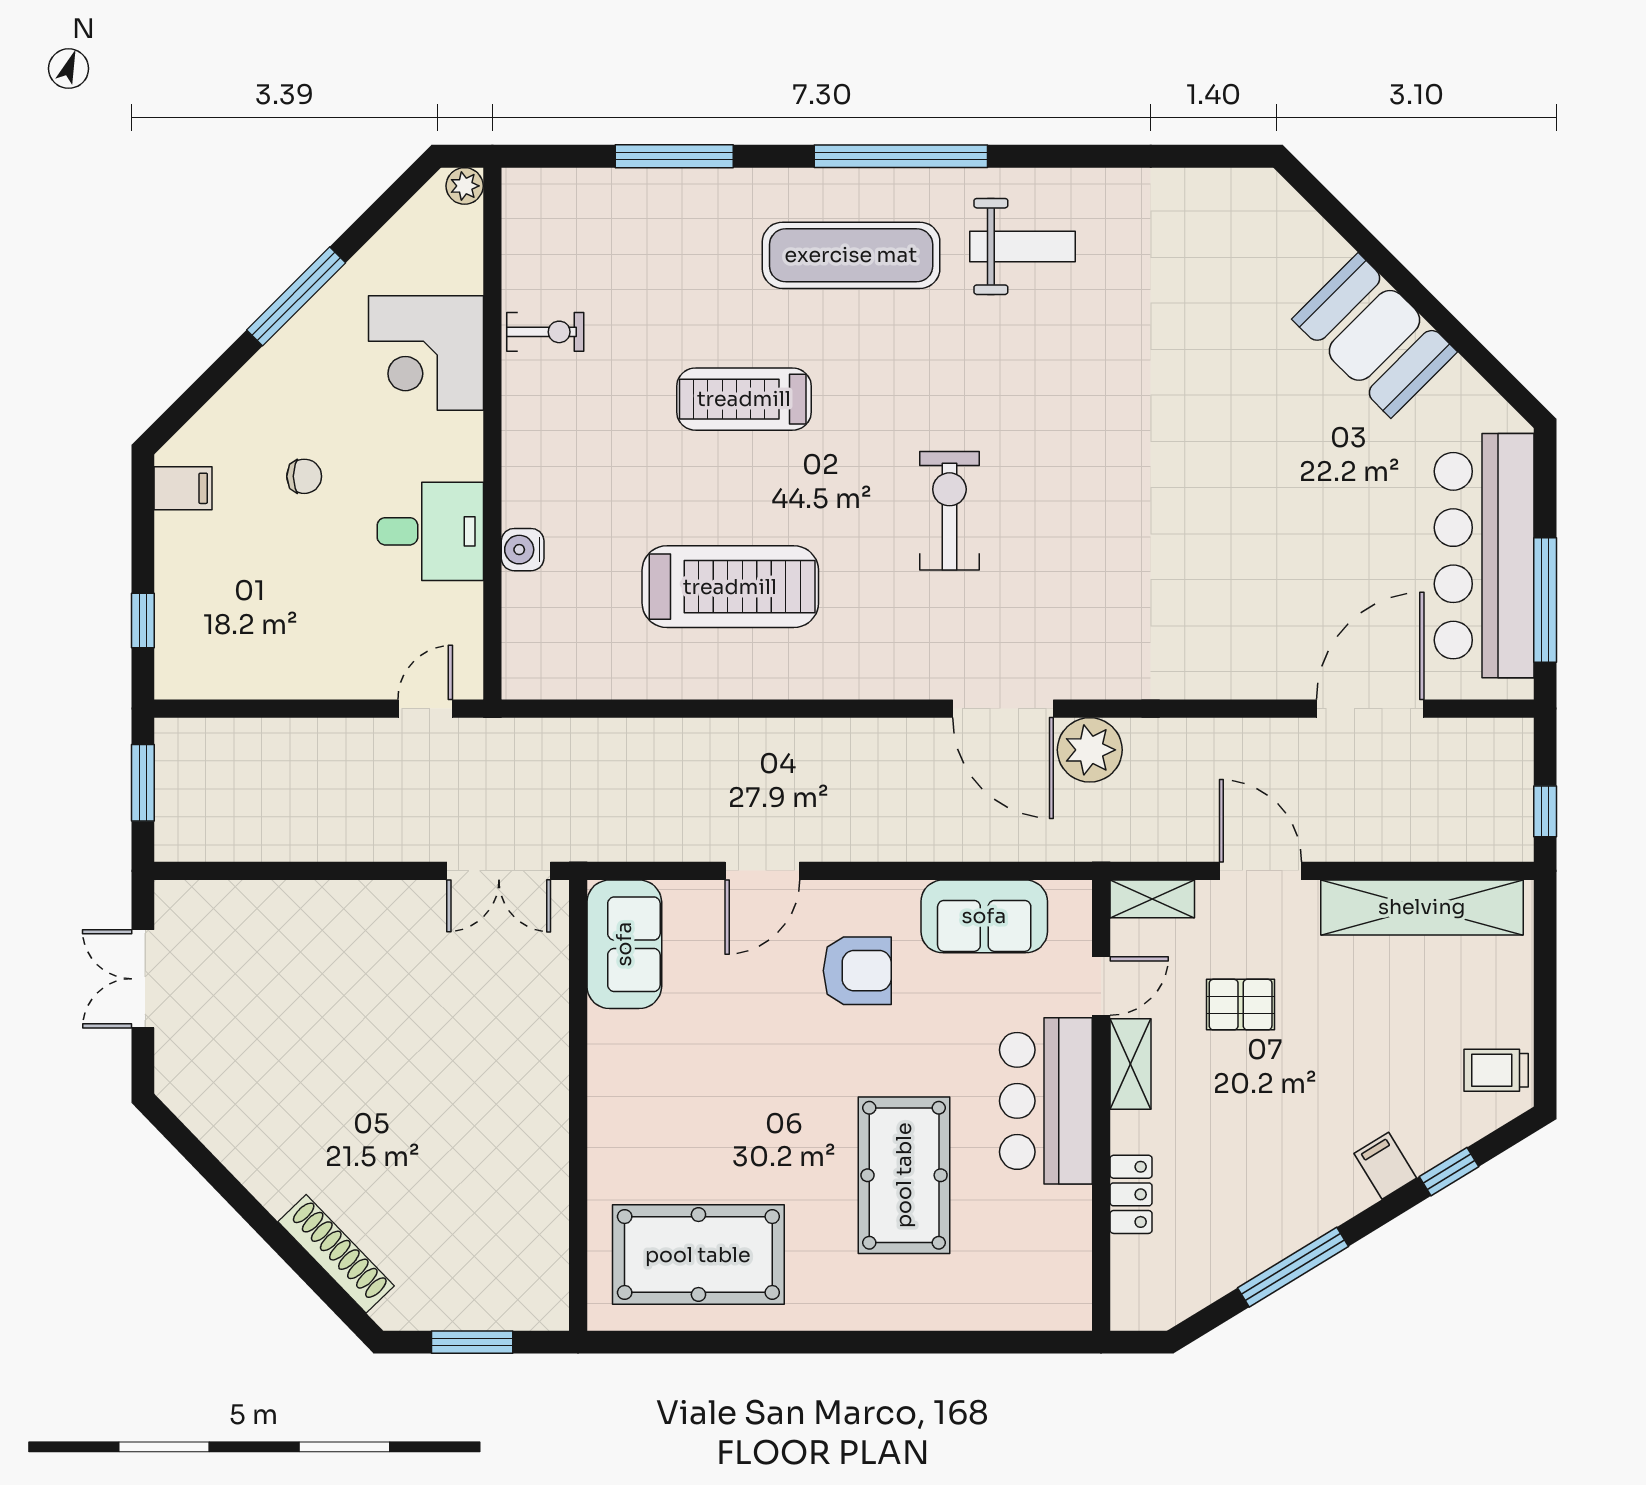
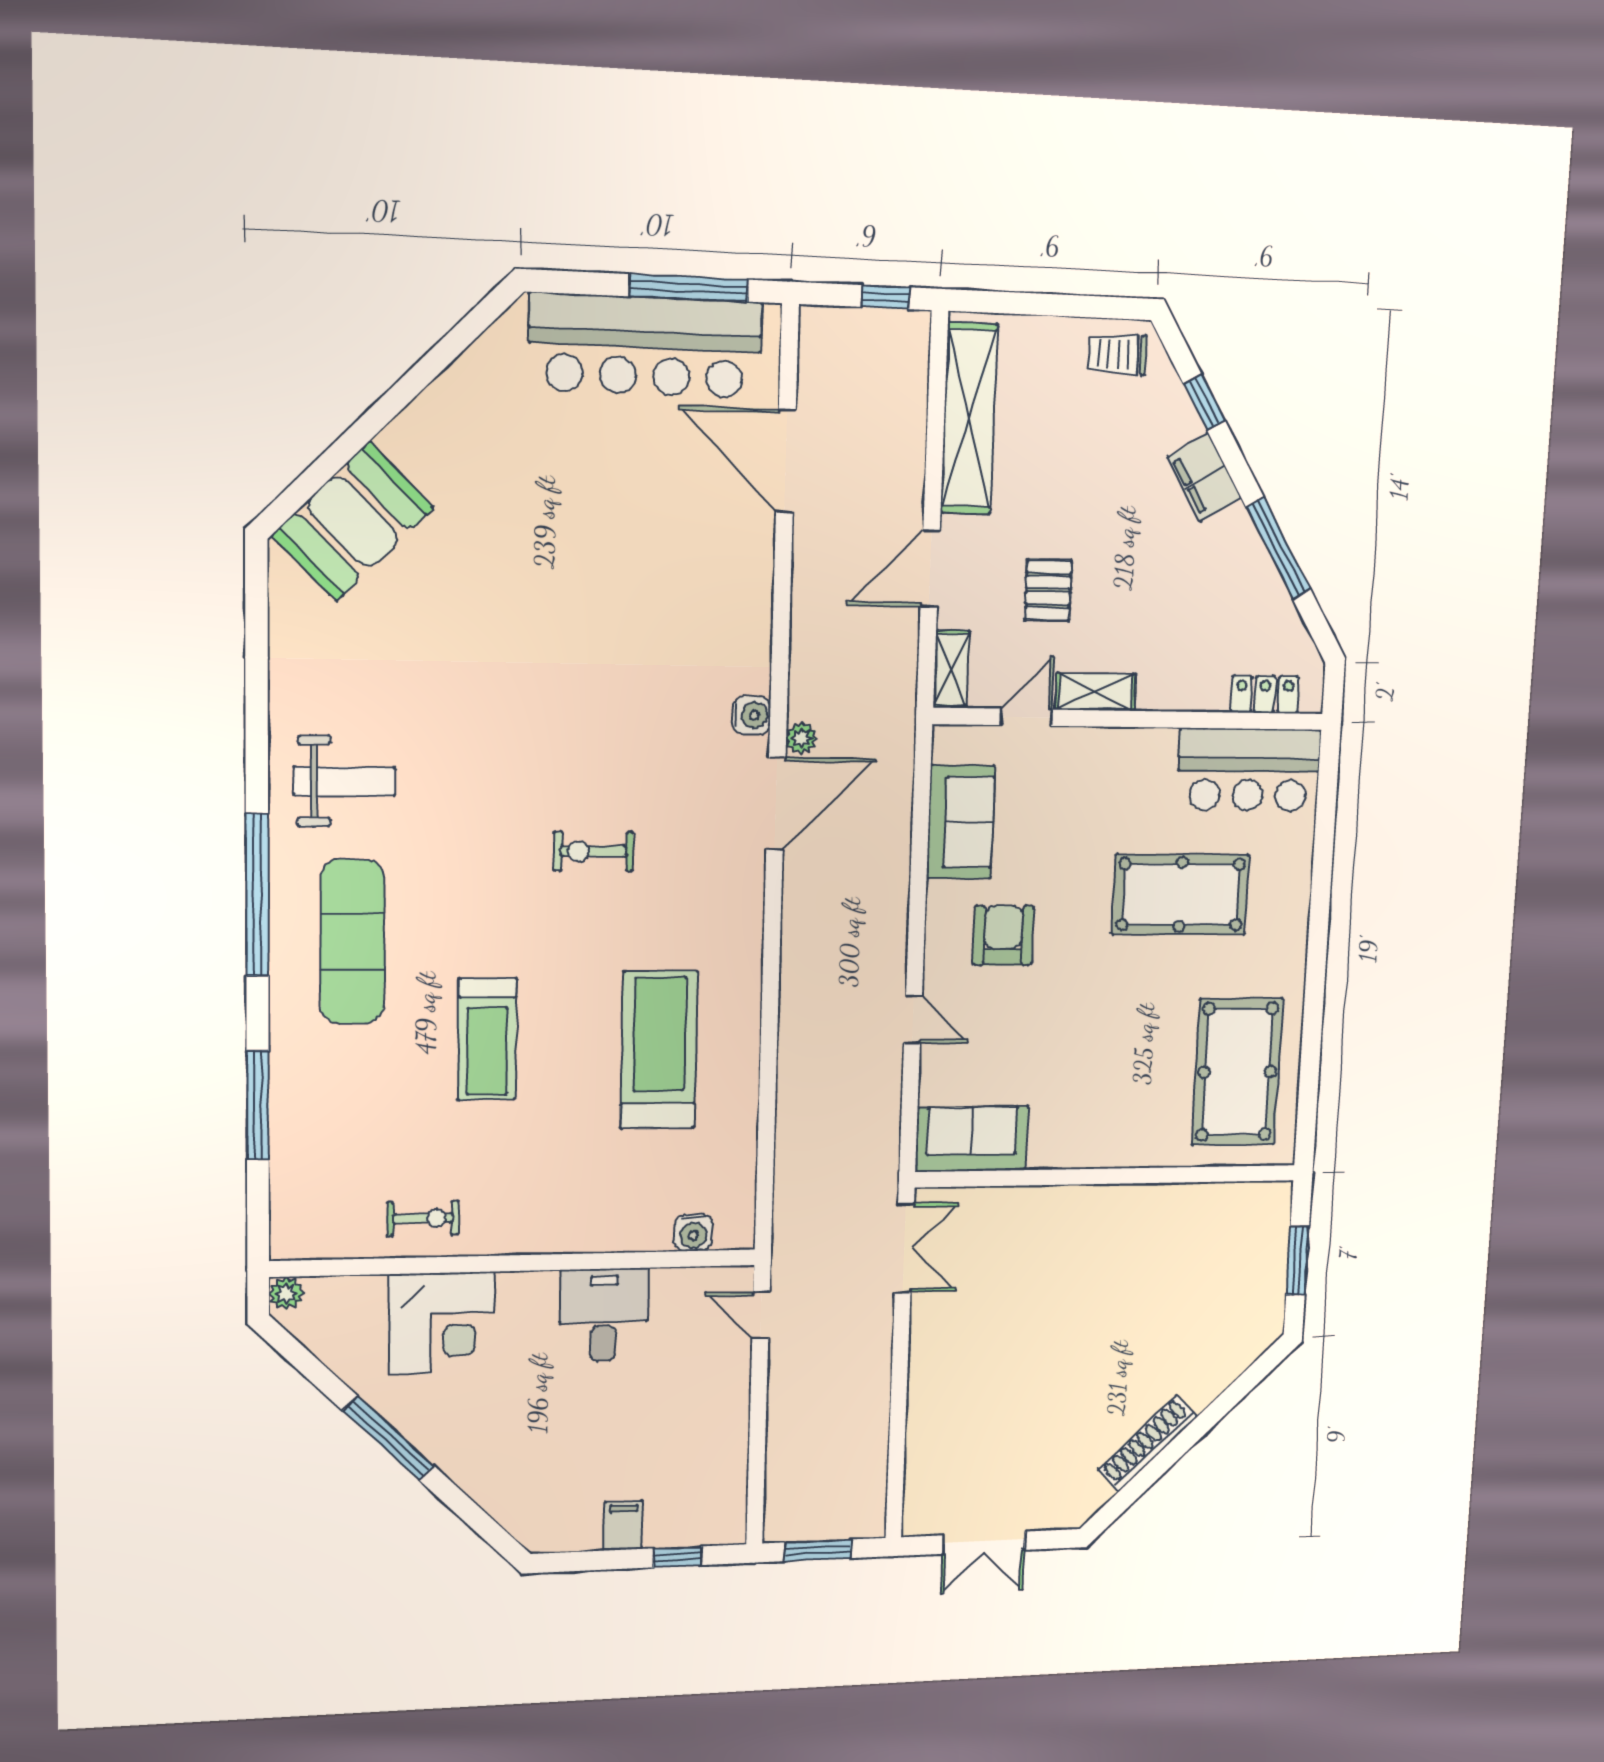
weight bench: (1022, 246) -> (344, 781), turned 90
exercise bike: (545, 332) -> (423, 1218), turned 90
booth: (1375, 335) -> (353, 521), moved
chair: (304, 476) -> (552, 1425), removed
filing cabinet: (183, 488) -> (623, 1526), moved
exercise bike: (949, 511) -> (593, 851), width x0.73, depth x0.72
water cooler: (523, 550) -> (693, 1233), moved
water cooler: (1099, 679) -> (751, 715), added
plant: (1090, 750) -> (802, 738), width x0.53, depth x0.53
door: (762, 871) -> (913, 1020), width x0.73
door: (1101, 986) -> (1026, 717), hinge flipped
trolley: (1496, 1070) -> (1117, 354), turned 90
bar counter: (1046, 1101) -> (1249, 770), moved
filing cabinet: (1385, 1166) -> (1204, 477), width x2.00
locker: (1131, 1194) -> (1265, 694), moved
shoe rack: (336, 1254) -> (1147, 1443), moved

